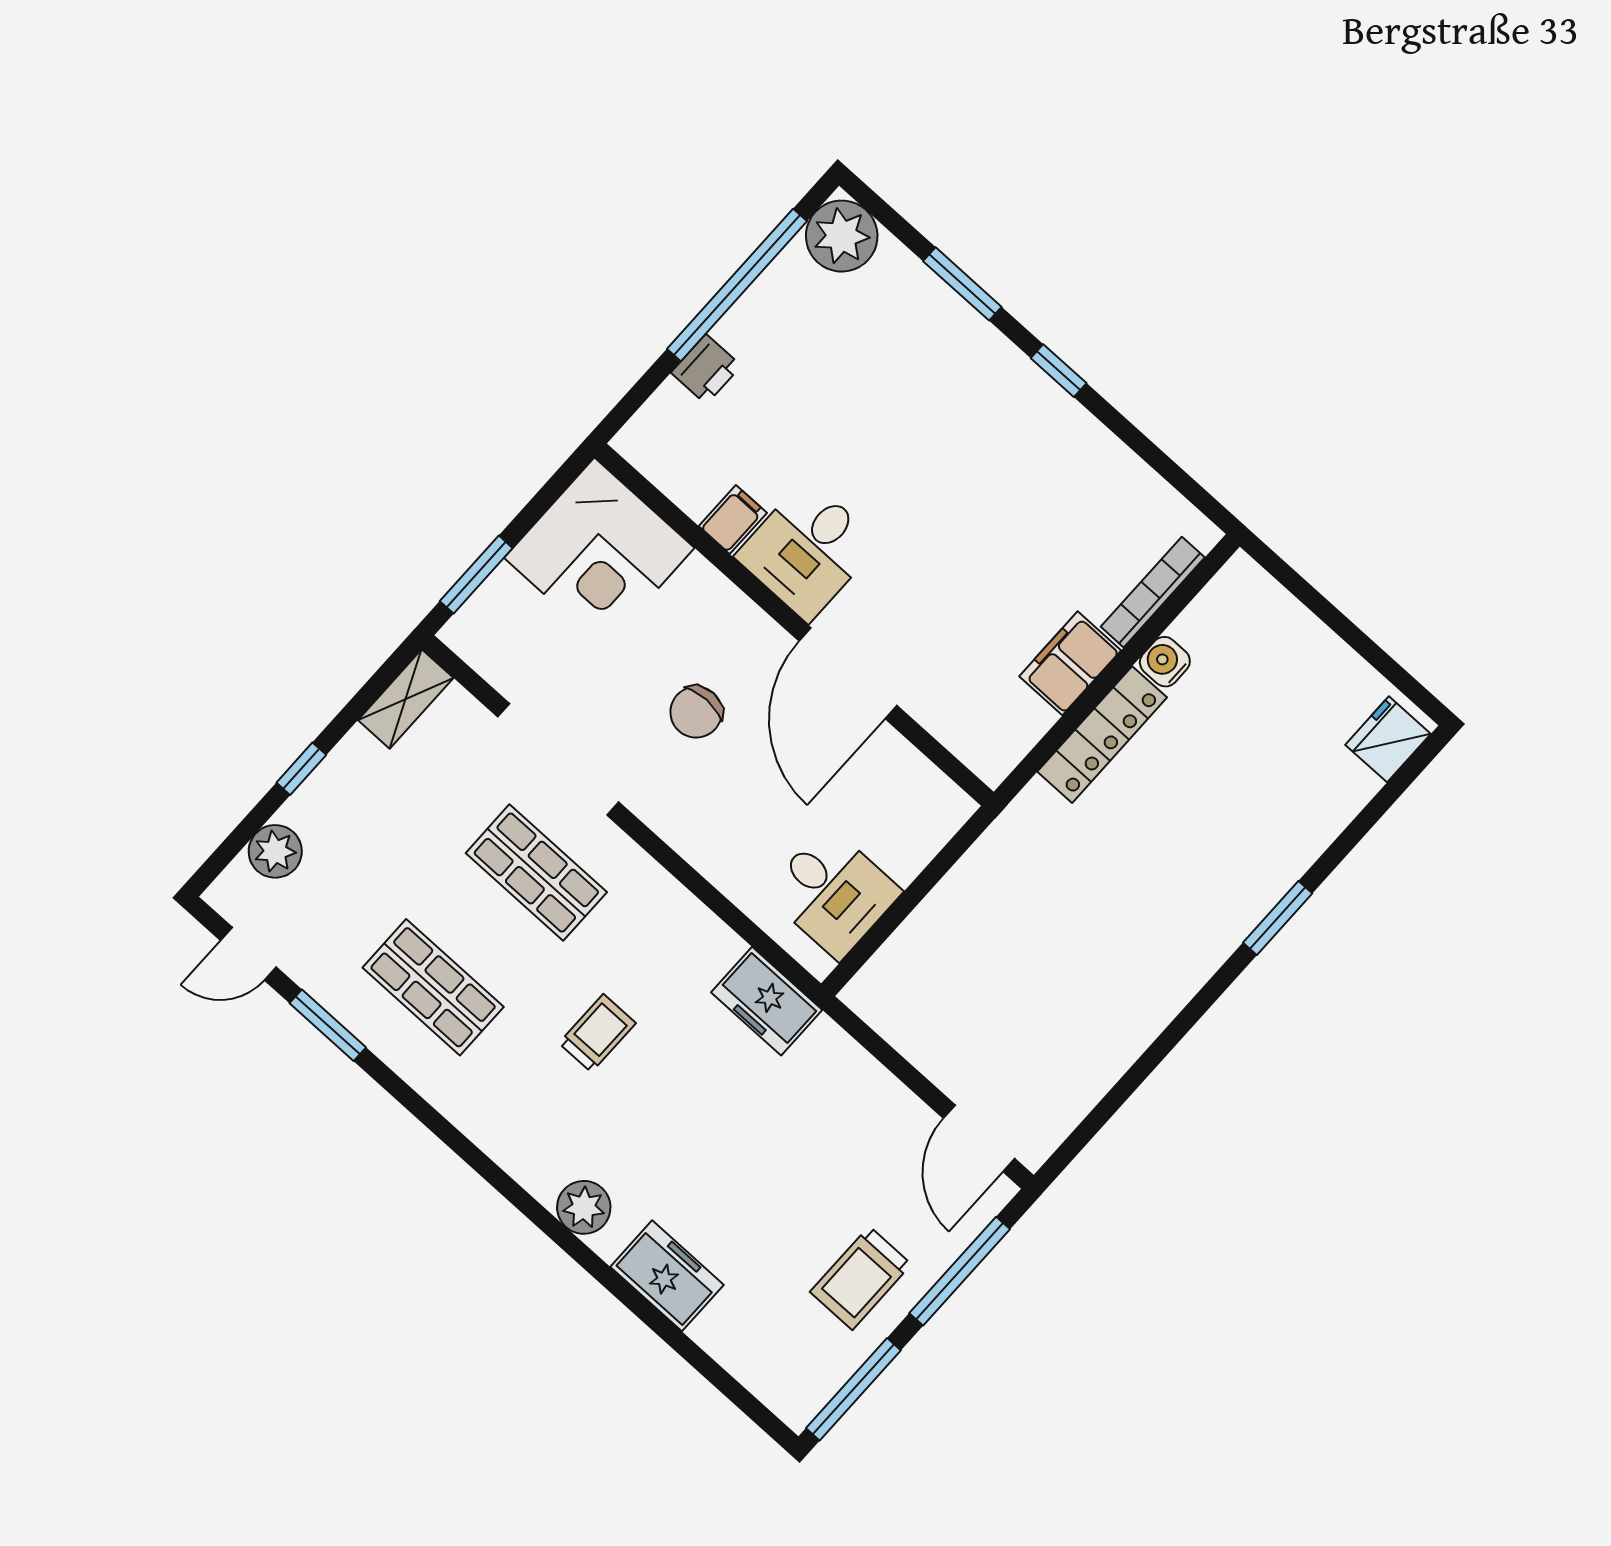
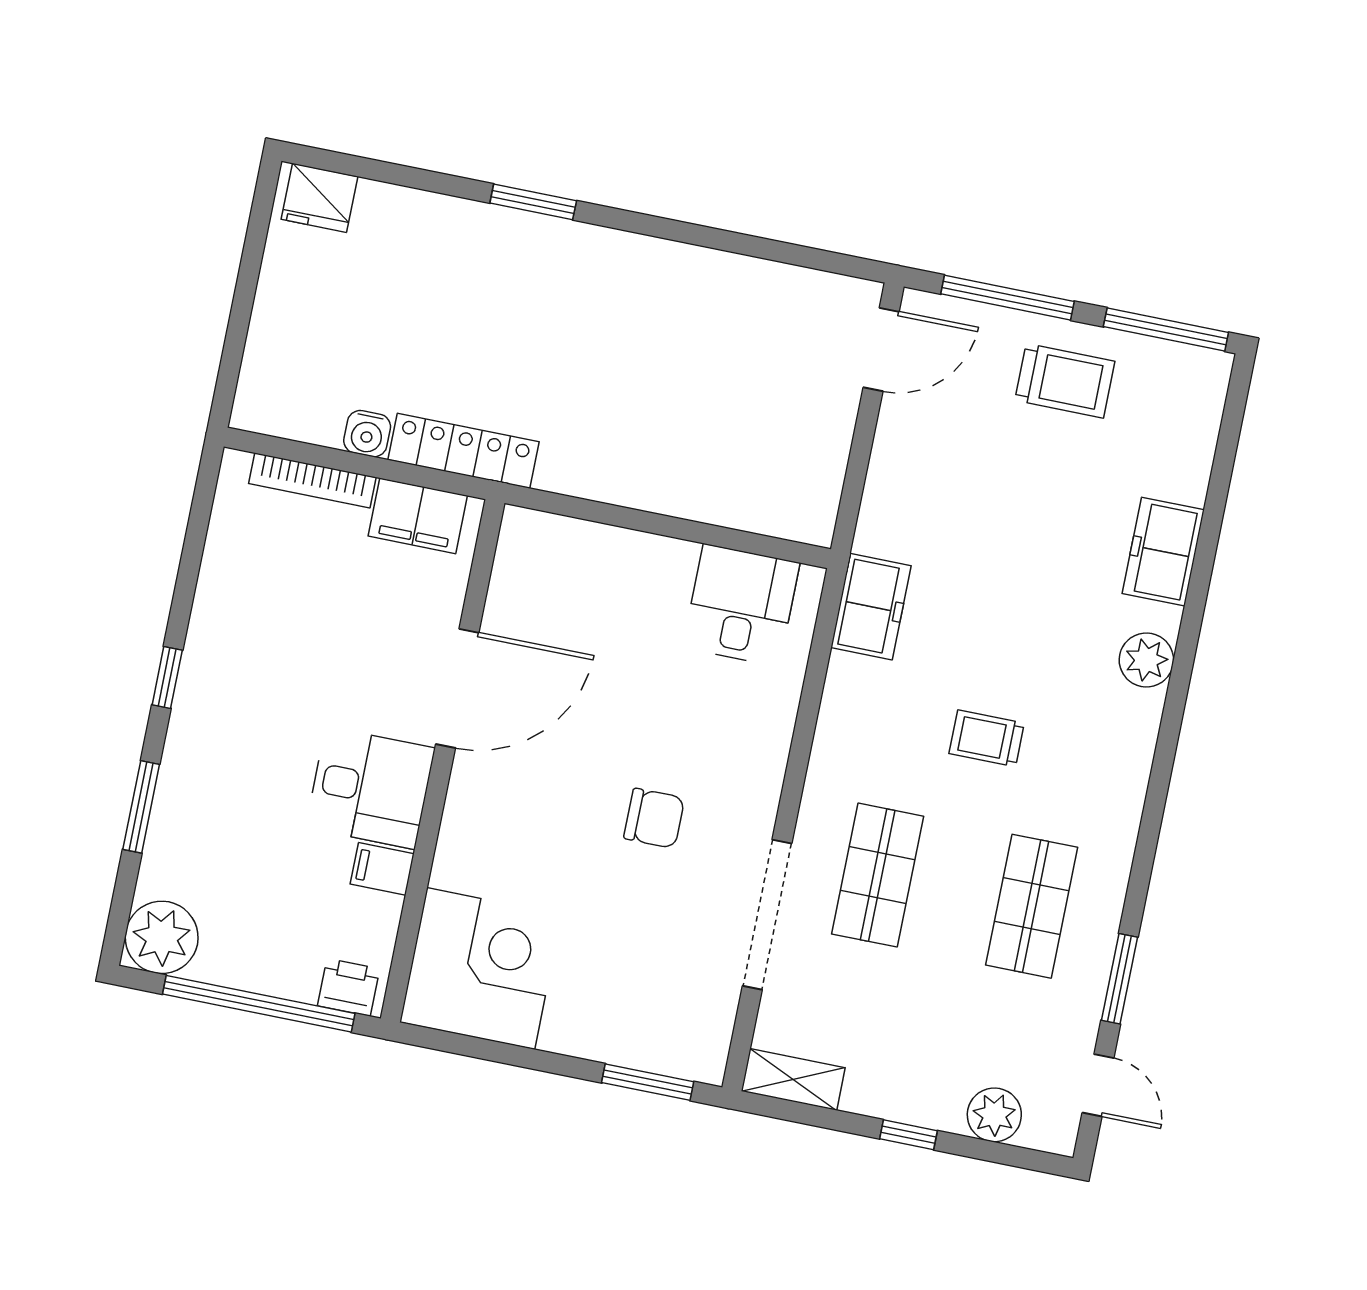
filing cabinet: (733, 520) -> (382, 869), moved
desk: (807, 550) -> (370, 788), moved
corner desk: (599, 553) -> (481, 969), moved
wall: (794, 625) -> (443, 761), moved
door: (848, 673) -> (457, 688), moved

